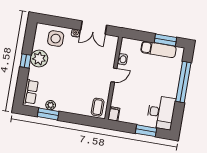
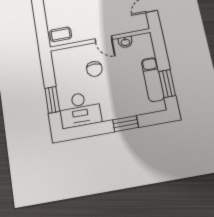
window: (183, 82) -> (126, 124), width x0.47
chair: (134, 90) -> (94, 69), added
filing cabinet: (114, 114) -> (59, 55), removed

